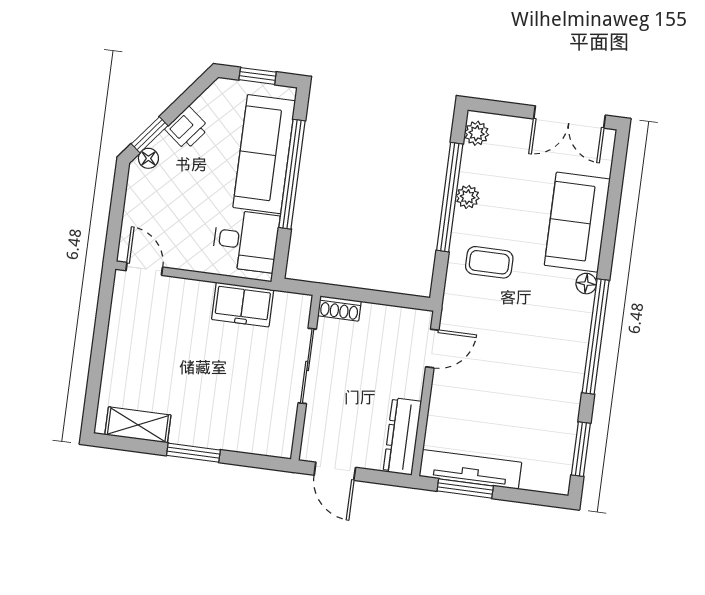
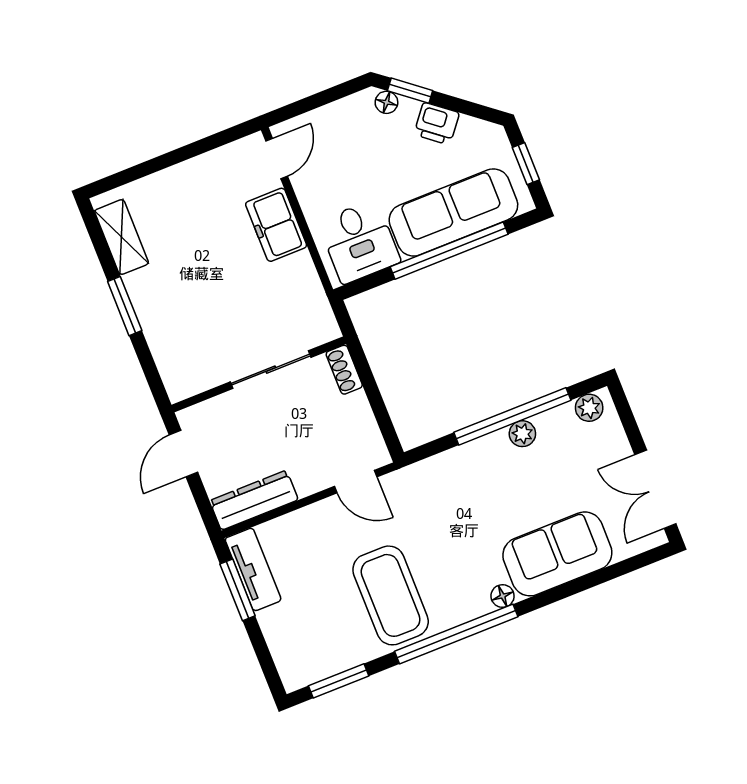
coffee table: (489, 262) -> (391, 595), moved, width x1.86, depth x1.72
freezer: (243, 305) -> (276, 225), moved
tv unit: (470, 469) -> (253, 569), width x0.71

